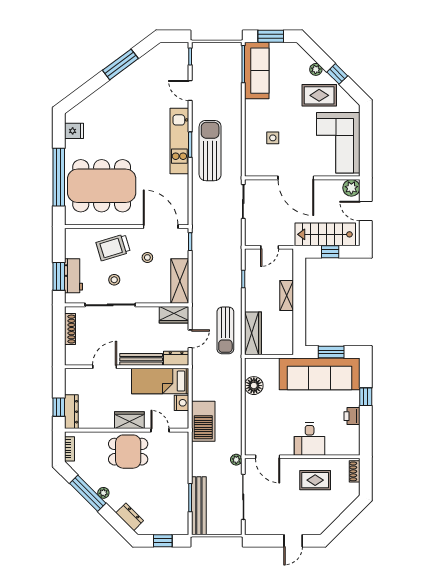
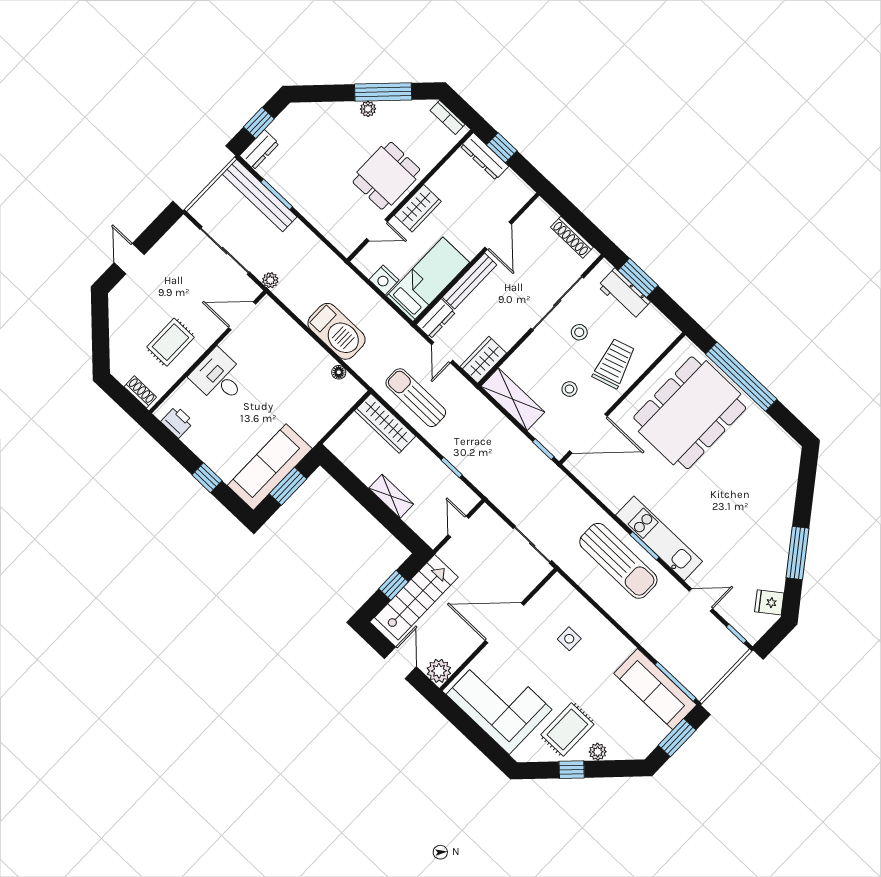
fridge: (74, 131) -> (769, 602), moved, turned 53
door: (366, 211) -> (400, 663), hinge flipped
sofa: (320, 374) -> (270, 467), width x0.74, depth x0.79
floor lamp: (254, 386) -> (339, 372), width x0.53, depth x0.53
printer: (352, 416) -> (177, 422), moved
barbecue: (203, 421) -> (337, 331), moved, turned 180
dresser: (130, 517) -> (259, 150), moved, turned -45

